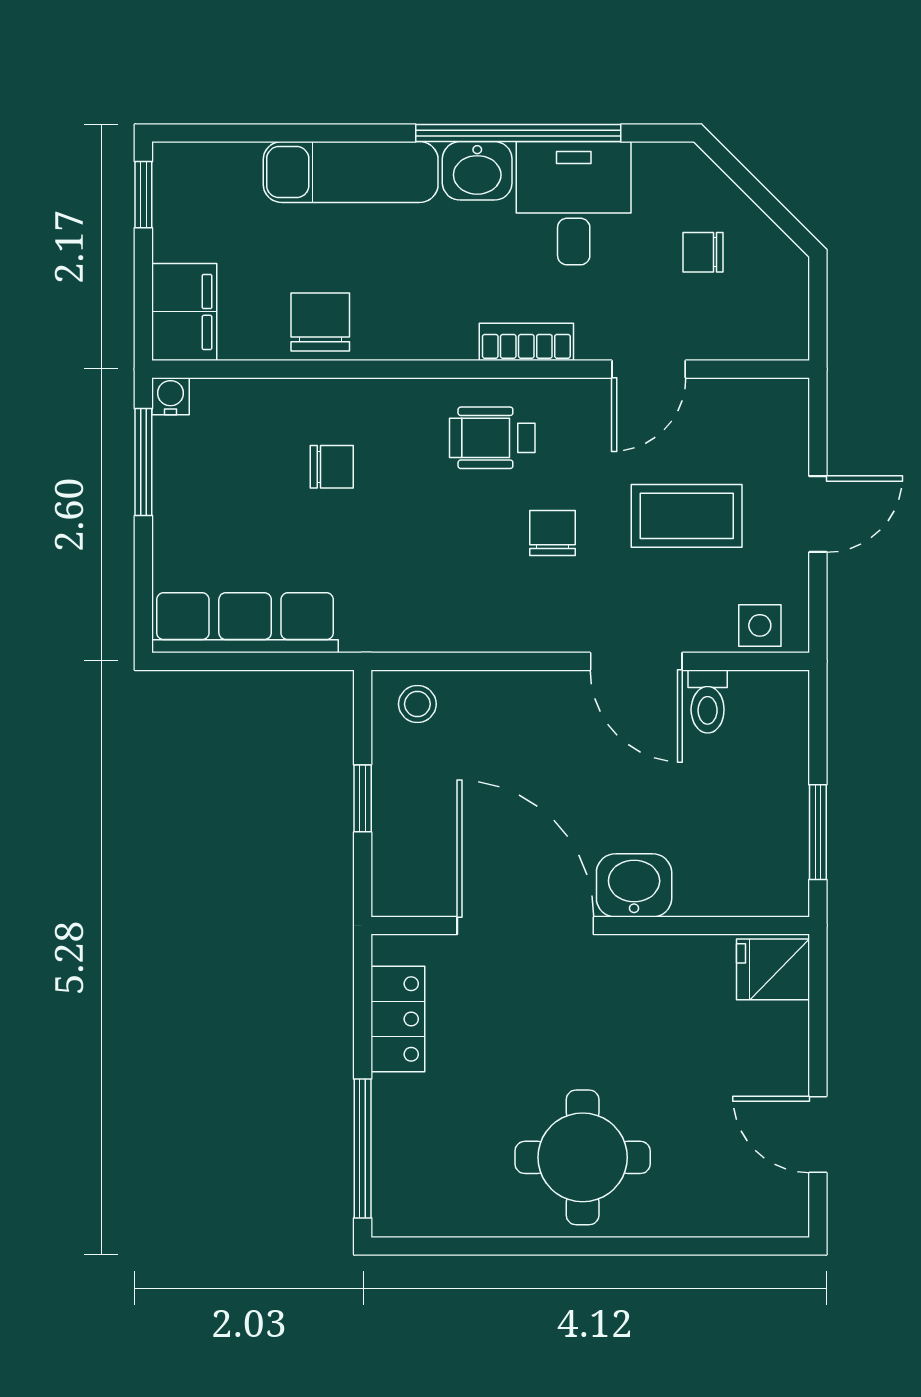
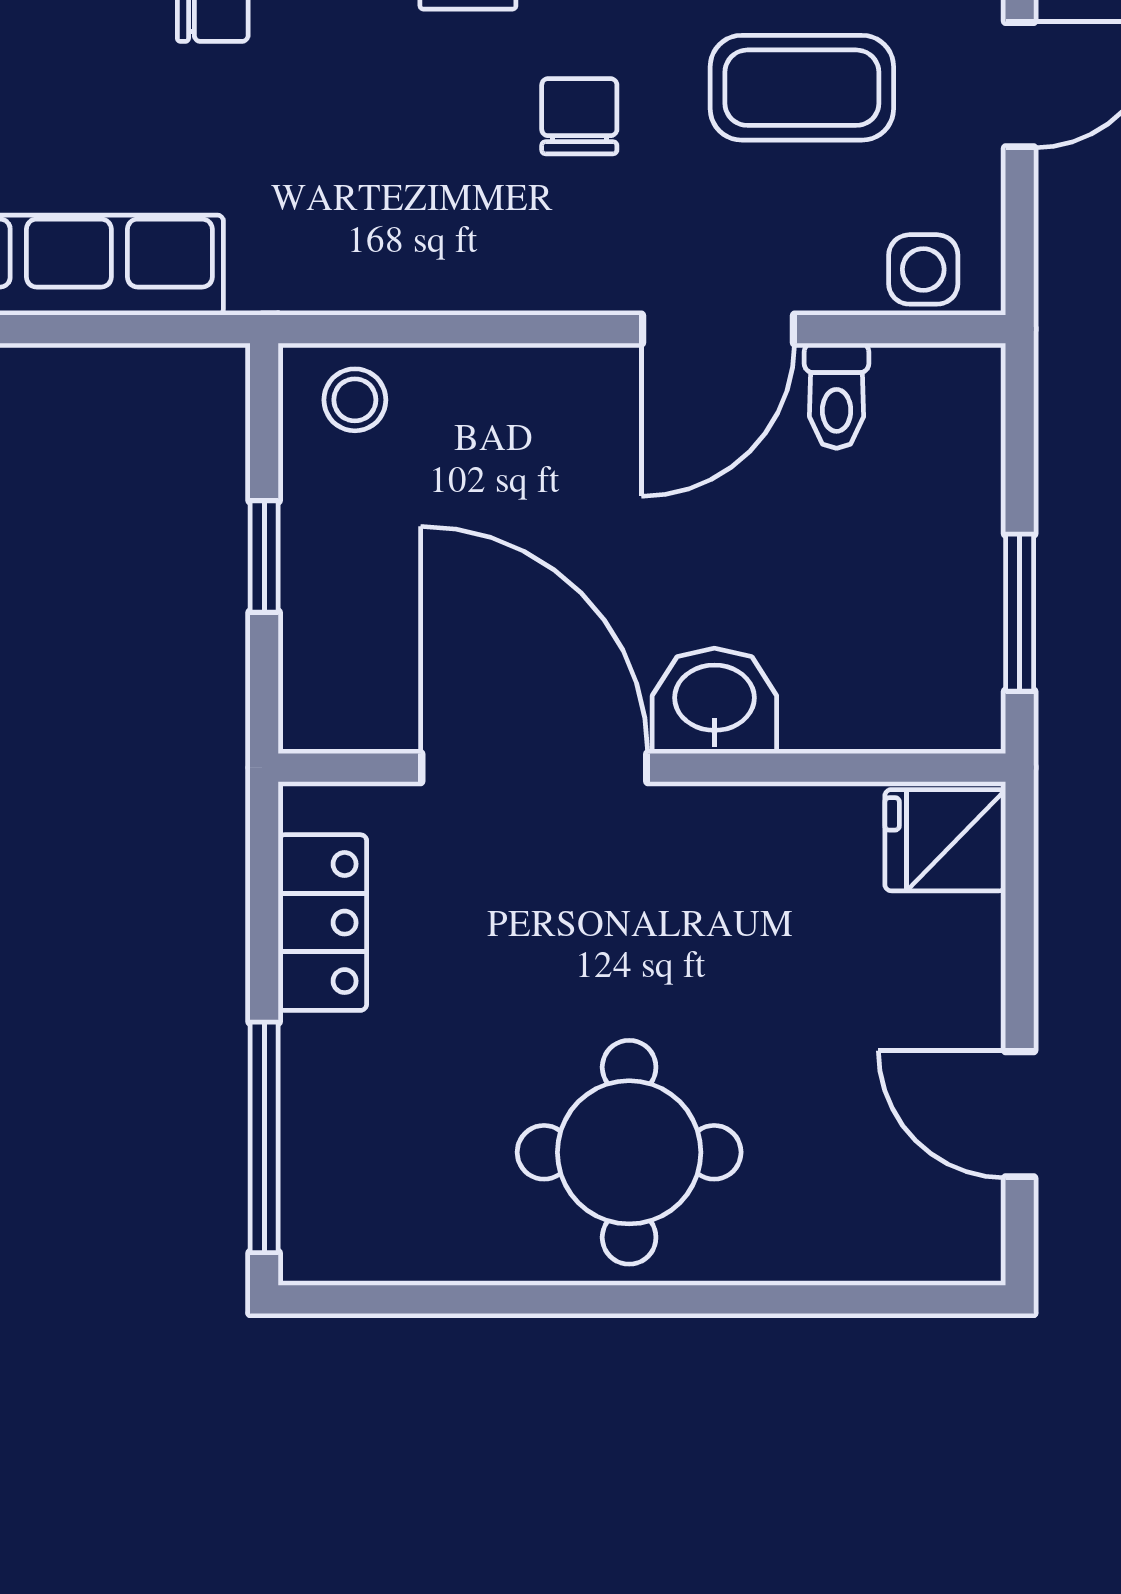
door: (636, 661) -> (718, 329), hinge flipped

